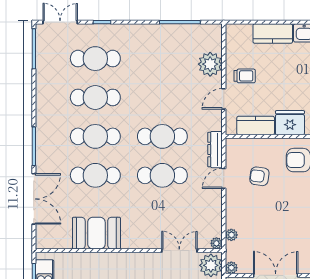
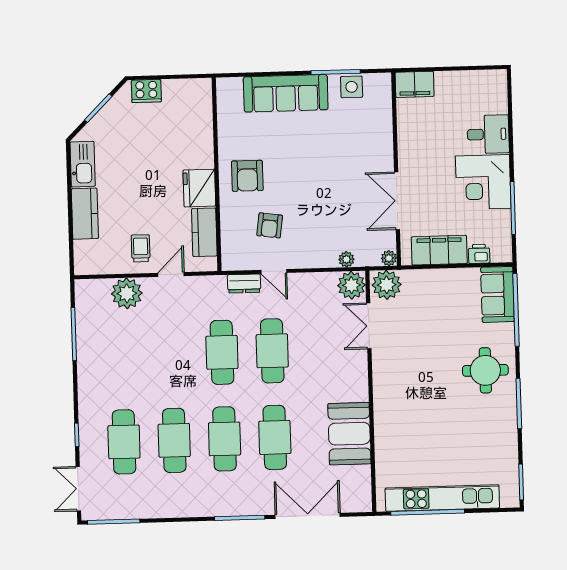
door: (224, 99) -> (171, 274), swing flipped
dresser: (215, 150) -> (244, 283), width x0.70
plant: (216, 243) -> (351, 285), width x1.87, depth x1.87

